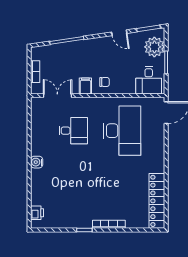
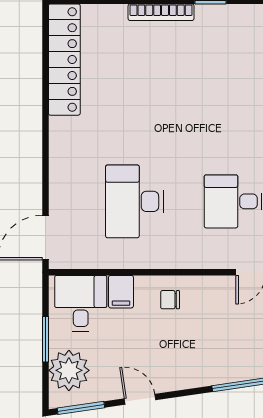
filing cabinet: (85, 86) -> (121, 292), moved
desk: (122, 131) -> (134, 201), width x0.73, depth x0.77

